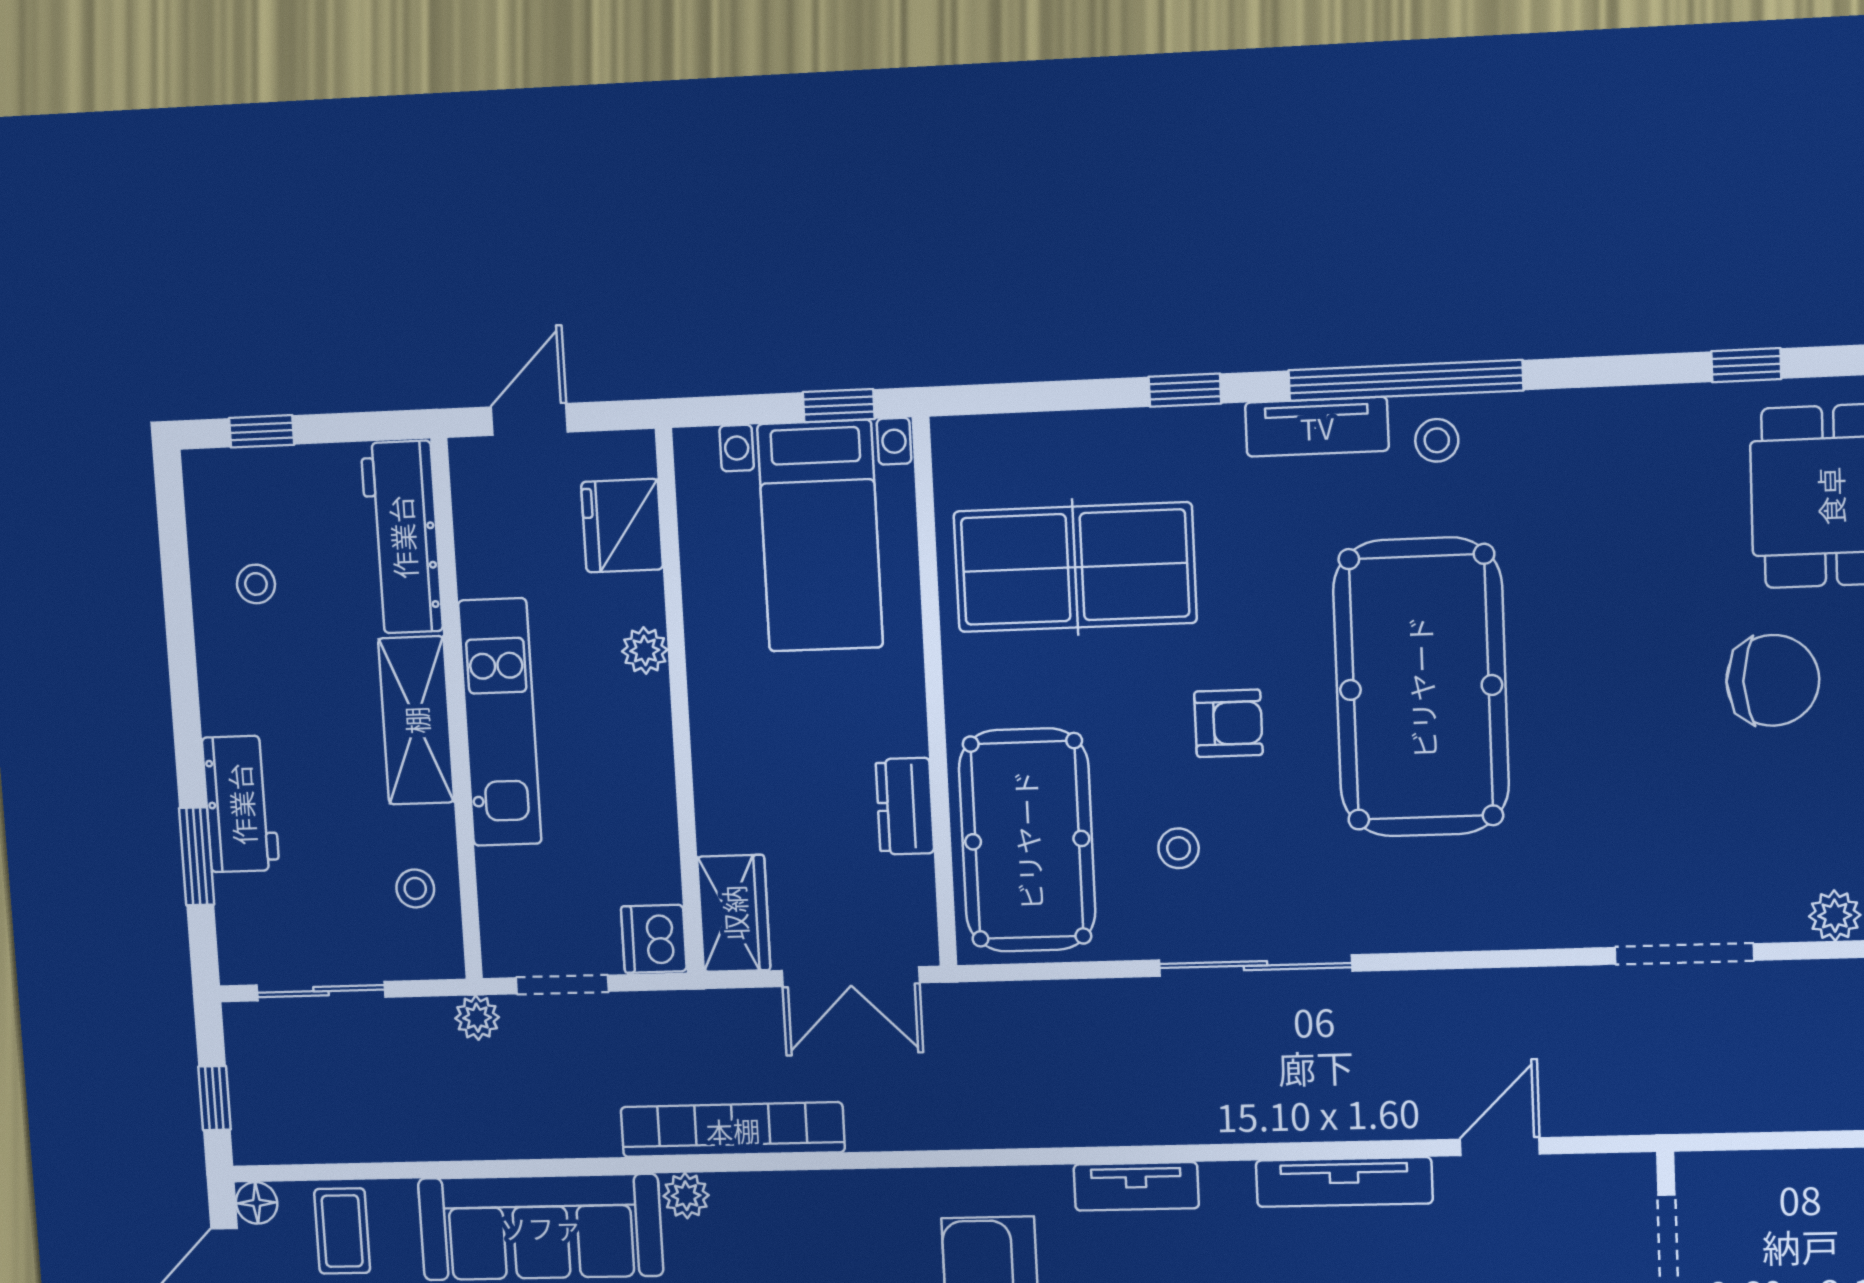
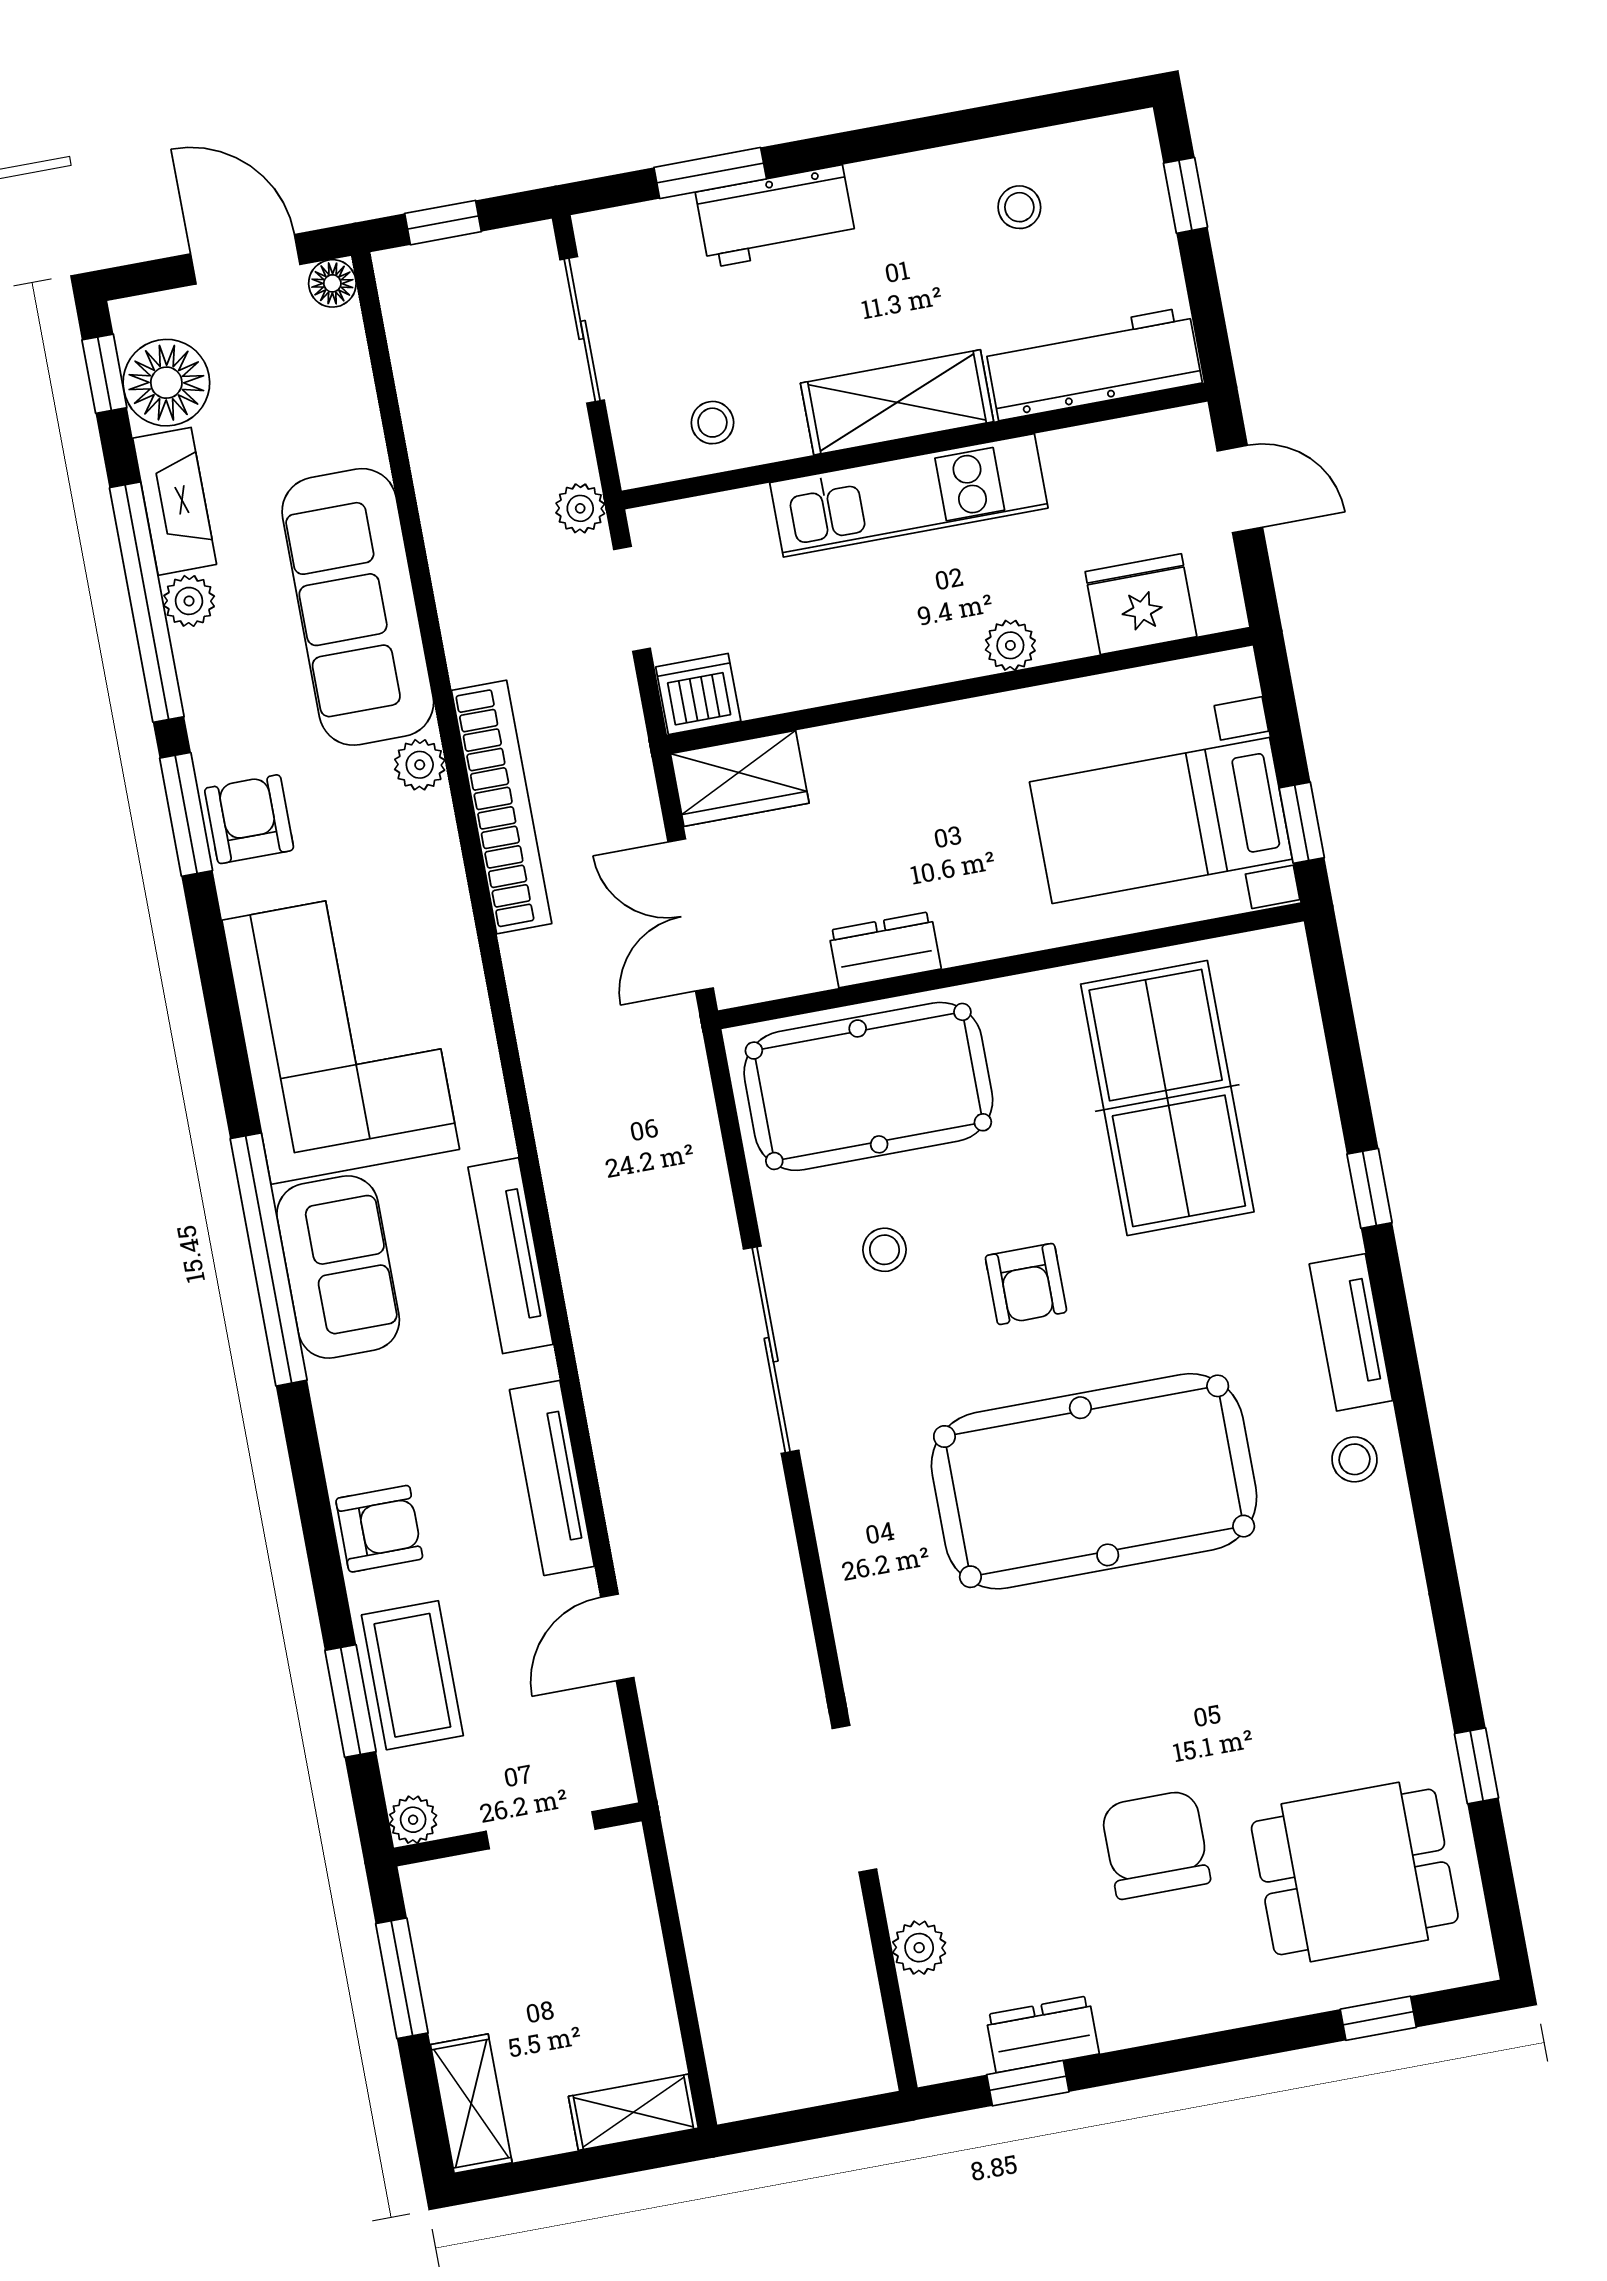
window: (1406, 380) -> (1412, 1418), removed
chair: (1773, 680) -> (1156, 1845), turned 180
door: (1500, 1147) -> (617, 1637), swing flipped
tv unit: (1136, 1186) -> (511, 1256), width x1.41
coffee table: (342, 1231) -> (317, 384), removed

